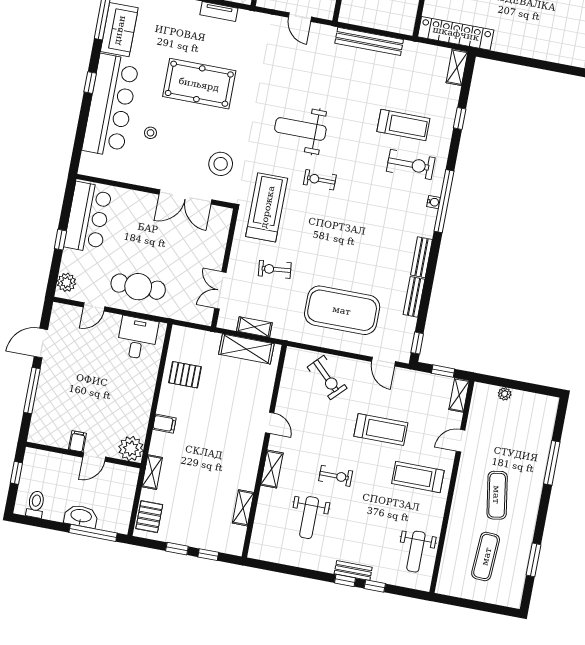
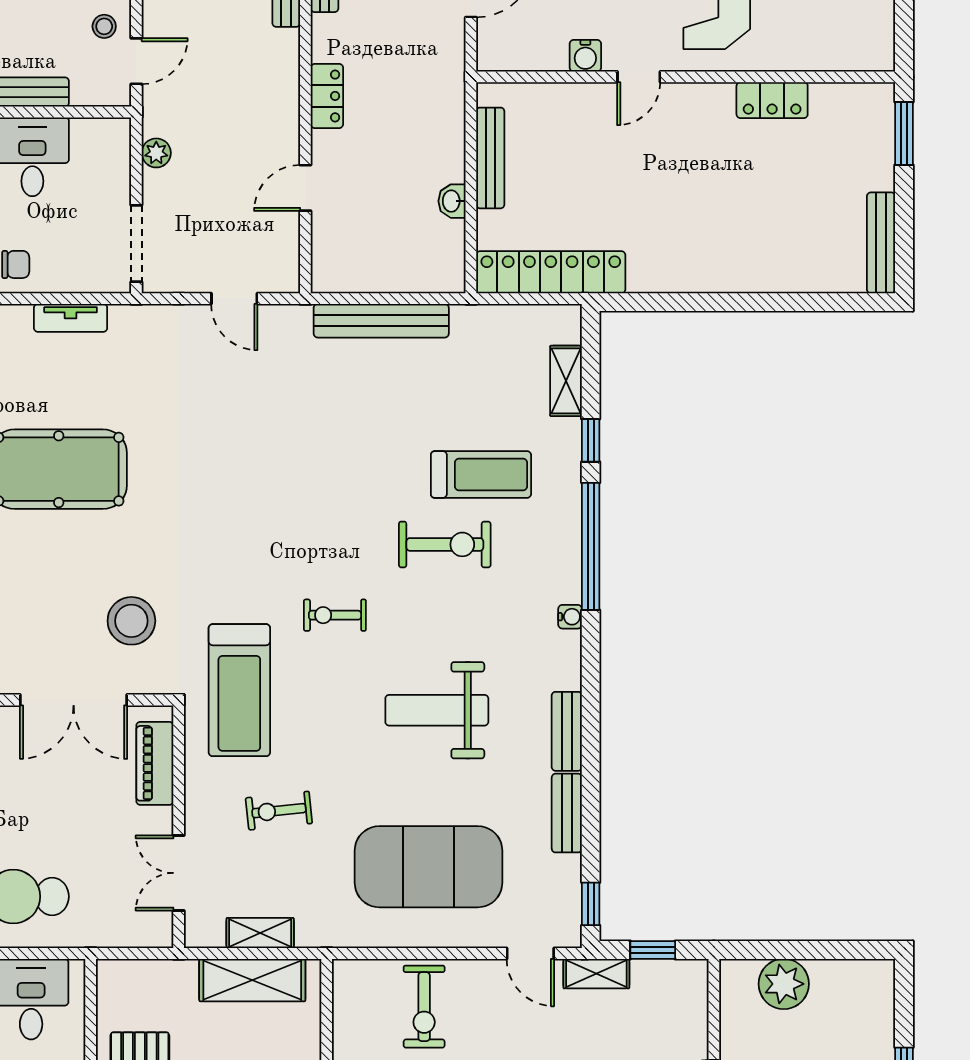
shelving: (457, 67) -> (566, 381), moved
weight bench: (300, 129) -> (437, 710), moved
exercise bike: (411, 164) -> (445, 544), moved
window: (444, 201) -> (591, 546), moved
treadmill: (267, 207) -> (239, 690), turned 180
piano: (219, 235) -> (155, 763), added
exercise bike: (327, 378) -> (424, 1007), turned 46
plant: (505, 394) -> (784, 984), width x1.88, depth x1.88
shelving: (459, 395) -> (596, 974), moved, turned 90

